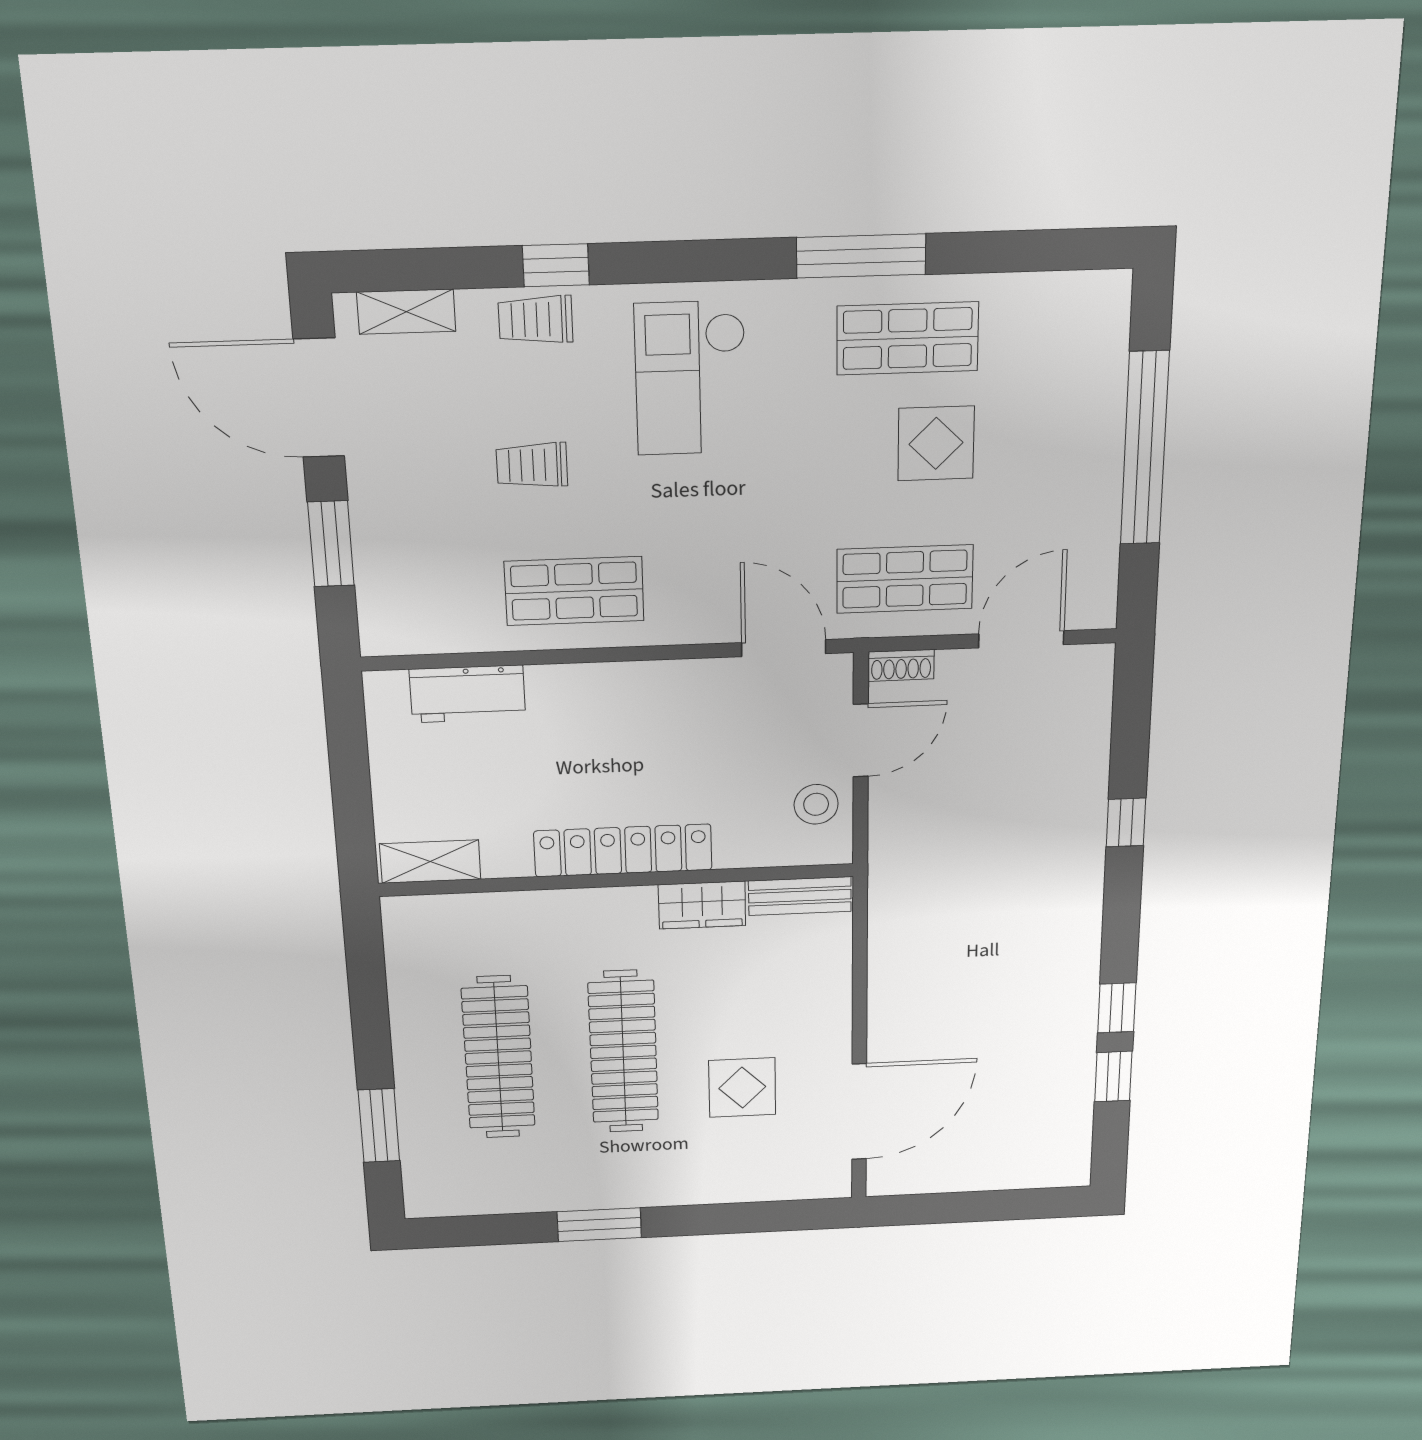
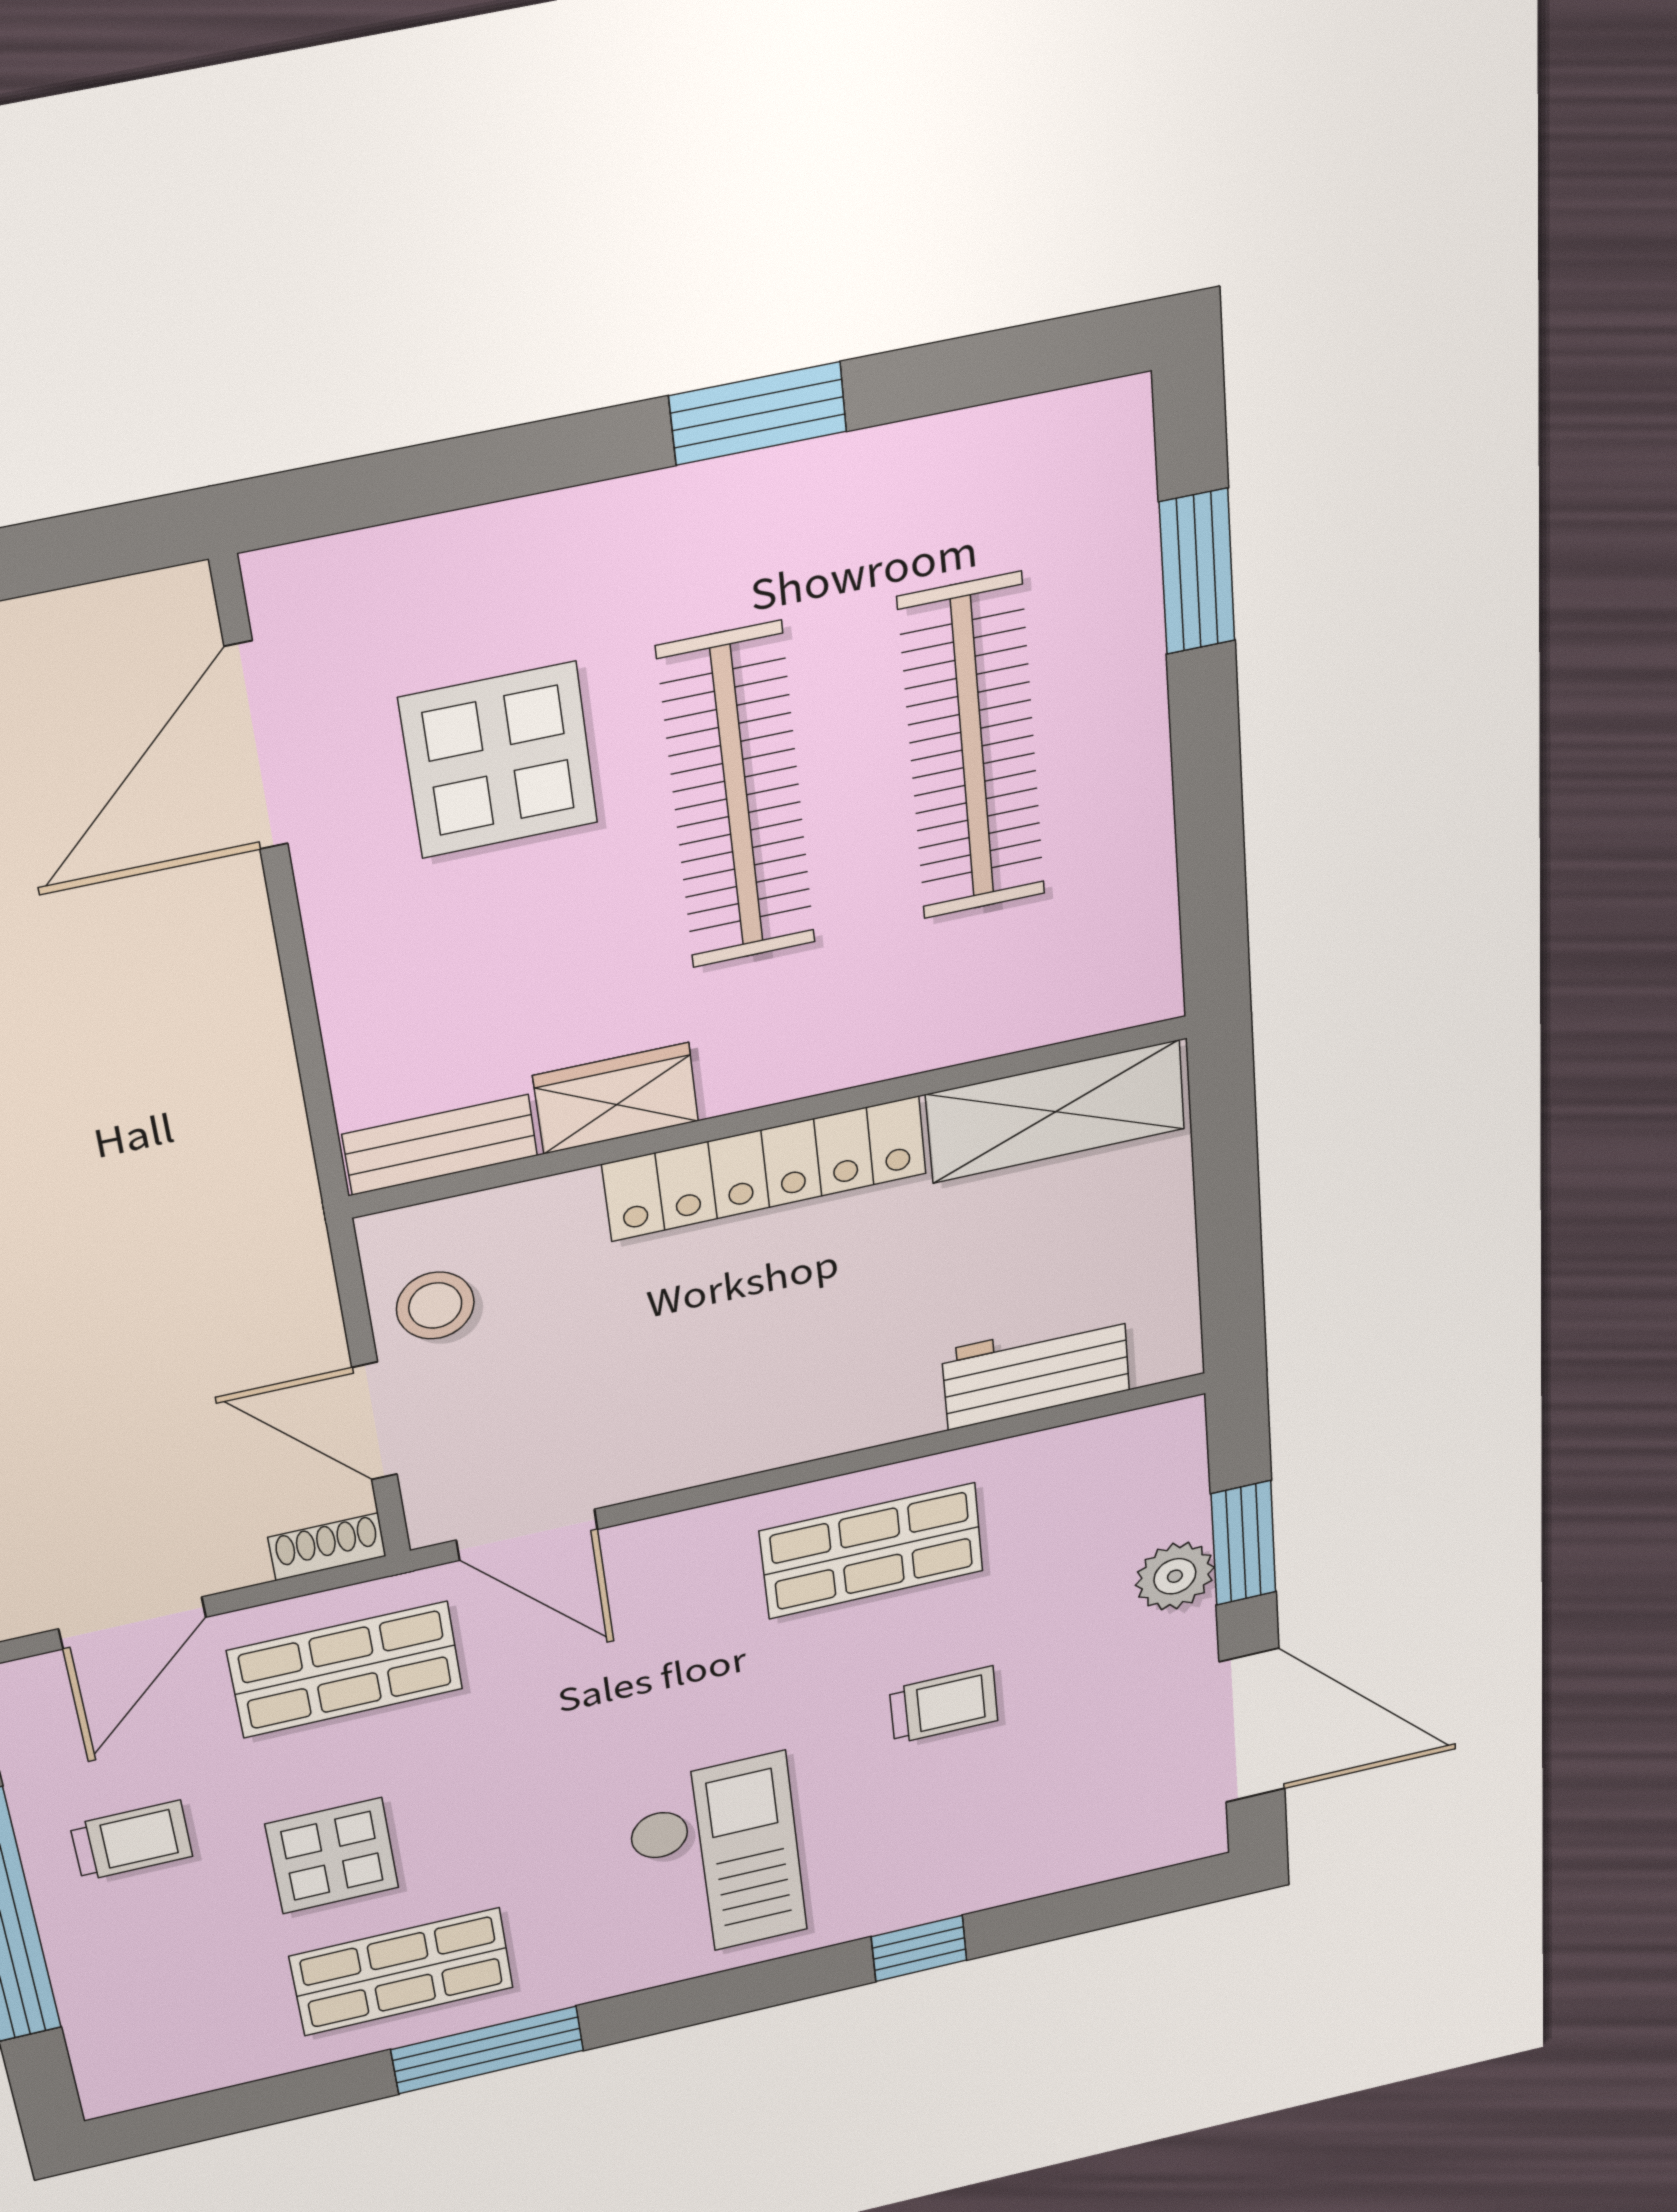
shelving: (406, 312) -> (1126, 1853), removed
trolley: (536, 320) -> (132, 1841), moved
plant: (376, 529) -> (1175, 1576), added
door: (861, 740) -> (375, 1421), hinge flipped
shelving: (430, 862) -> (1056, 1112), width x1.50, depth x1.33
display table: (742, 1088) -> (499, 760), width x1.36, depth x1.36

